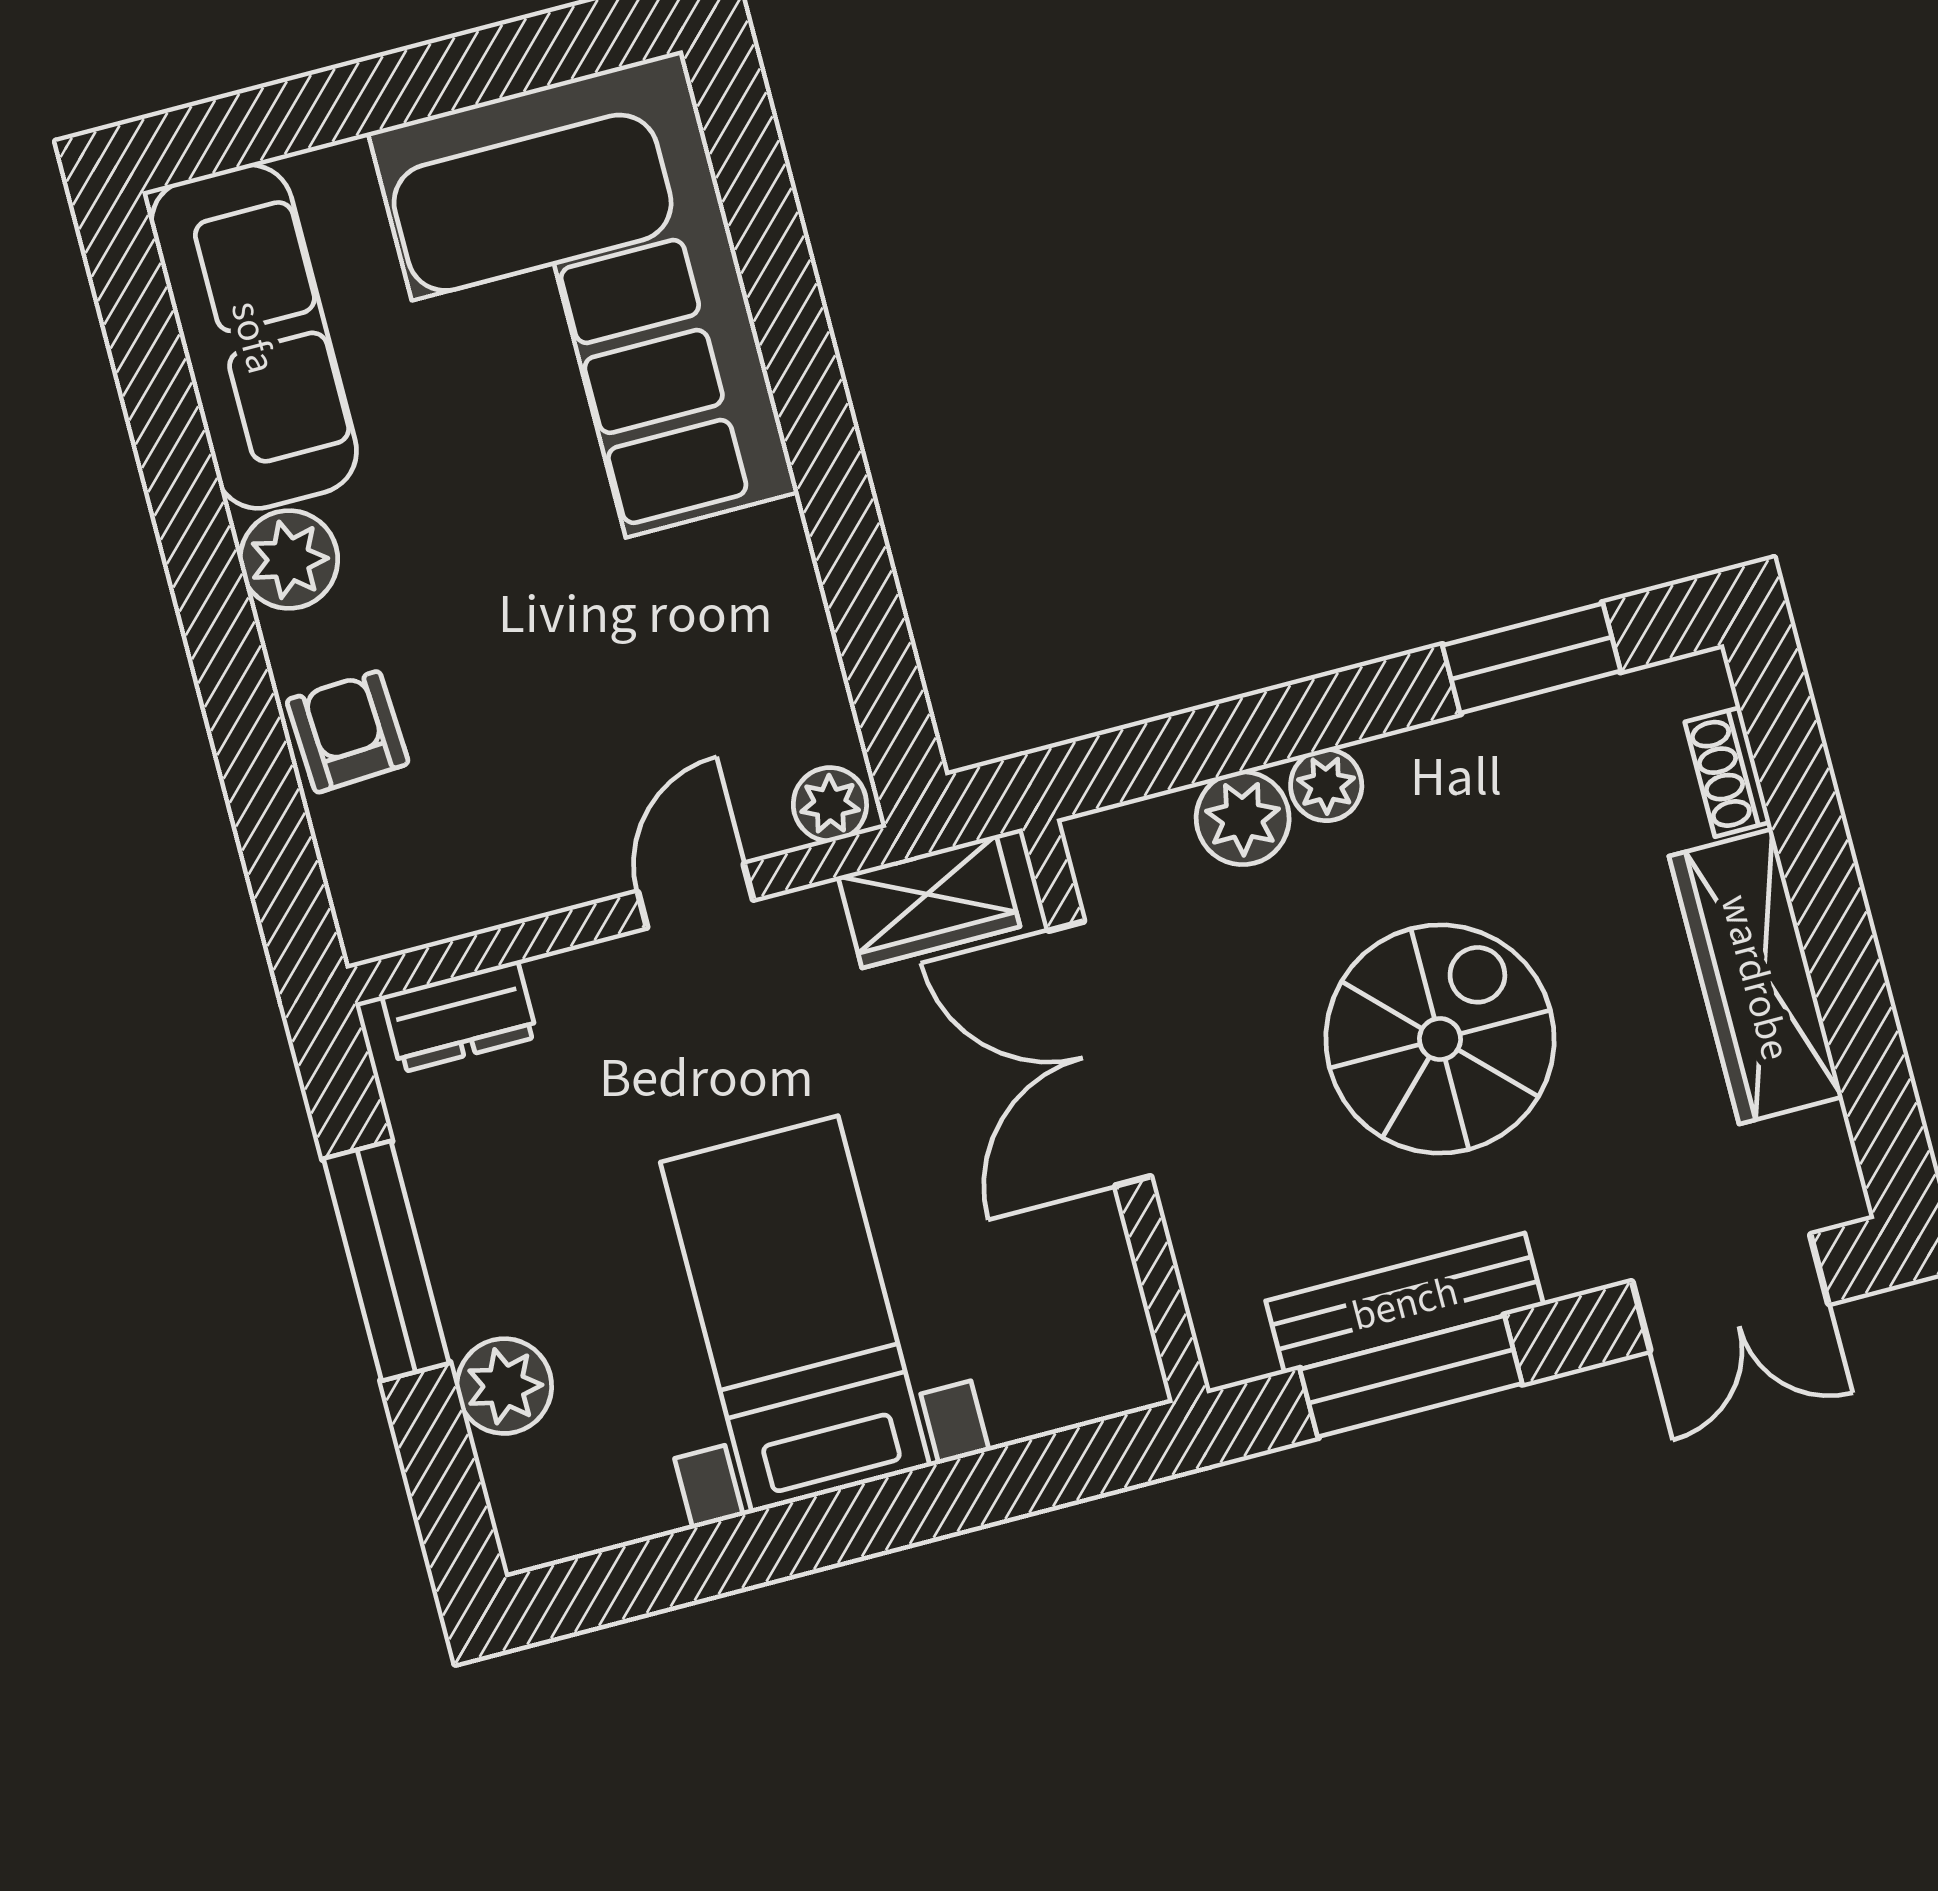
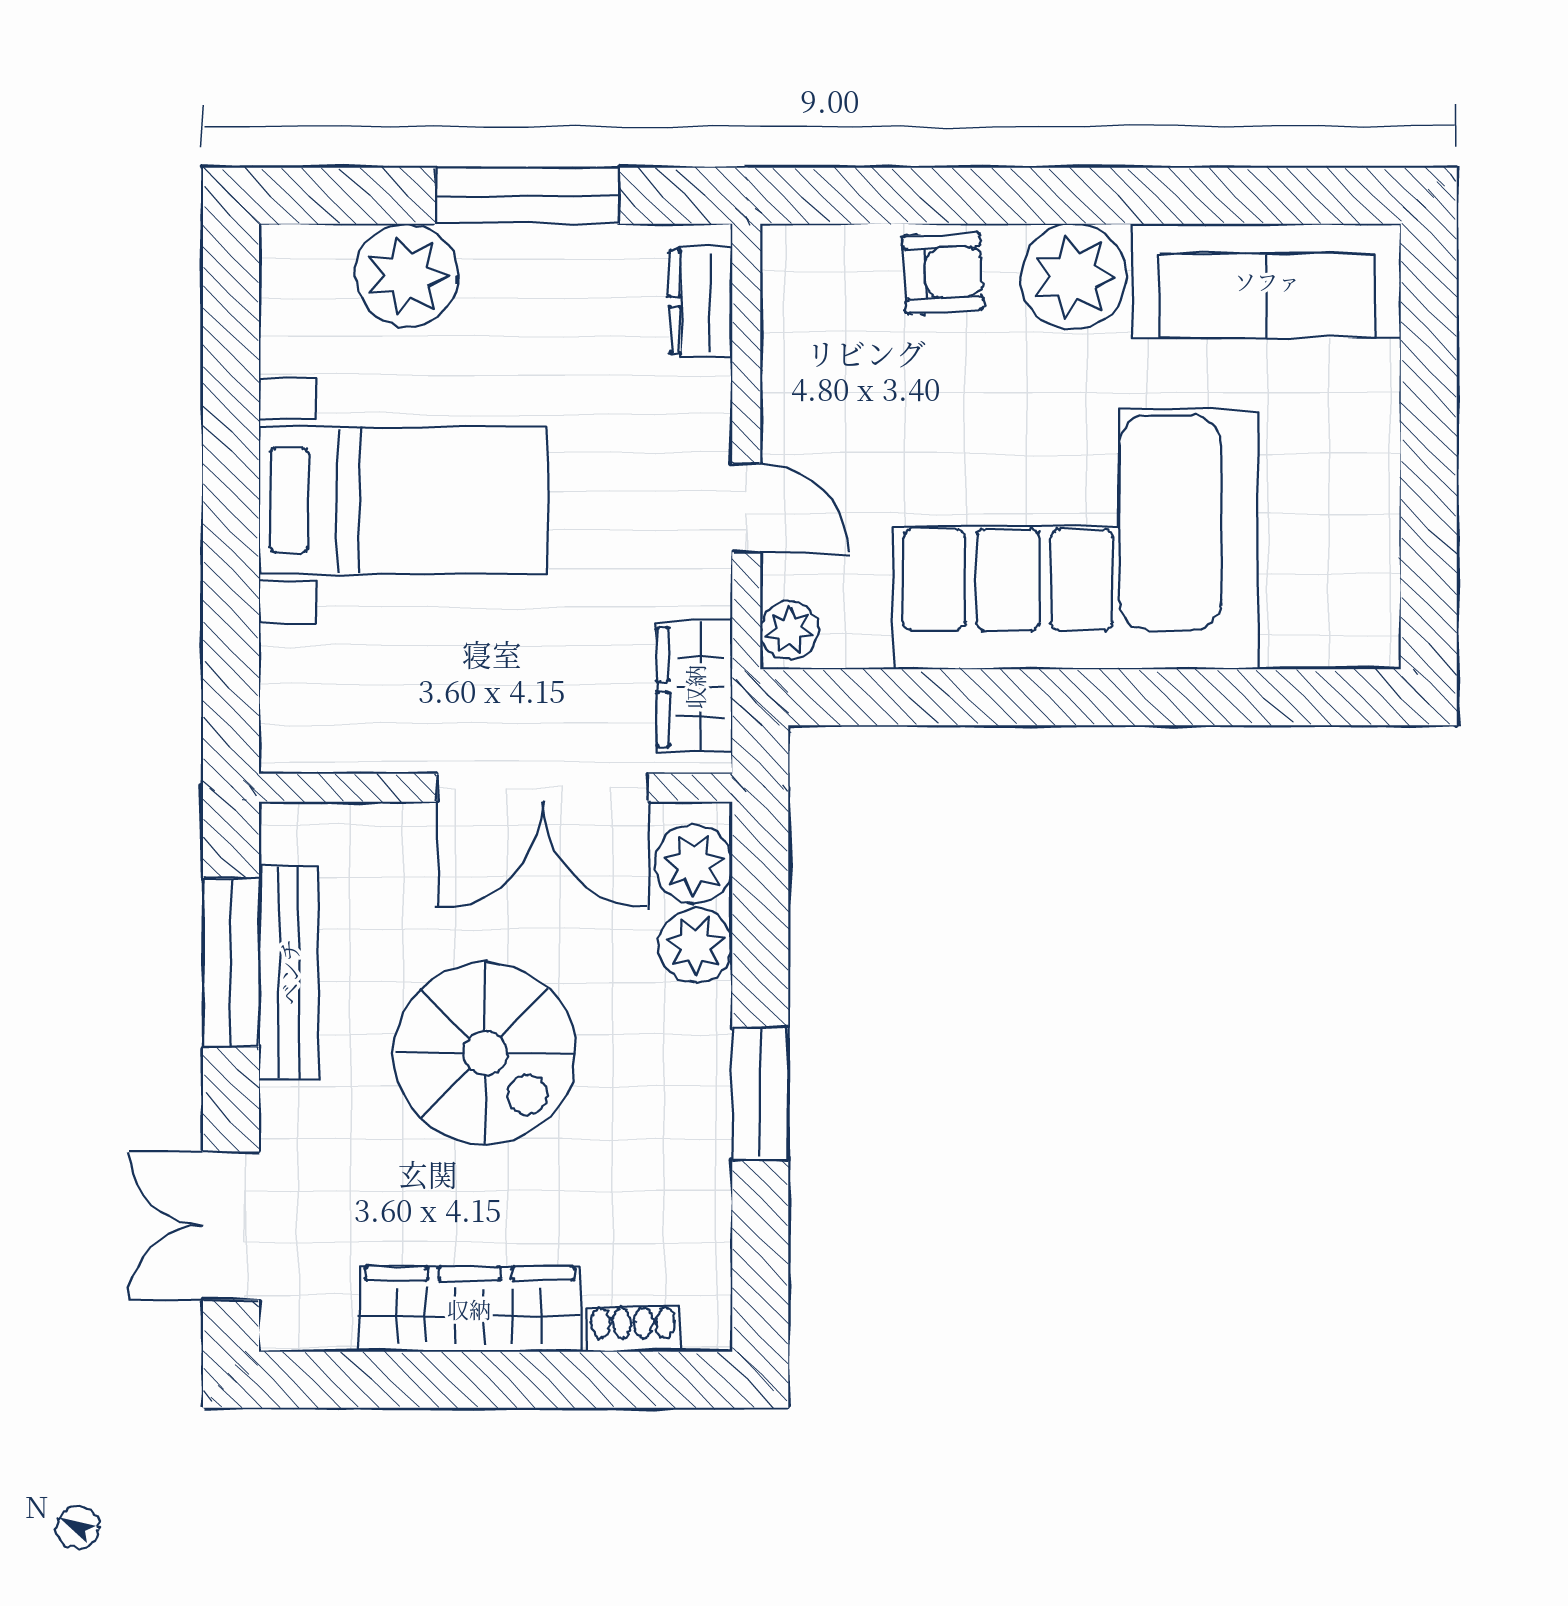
corner sofa: (583, 312) -> (1075, 540), moved
plant: (289, 559) -> (1074, 277), width x1.36, depth x1.36
window: (1532, 658) -> (760, 1094), moved
plant: (1326, 785) -> (693, 864), moved, width x1.38, depth x1.38
double door: (1100, 1053) -> (543, 788), swing flipped
plant: (504, 1386) -> (407, 275), width x1.36, depth x1.36

